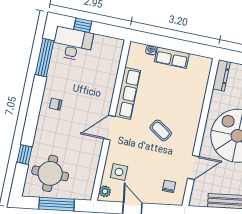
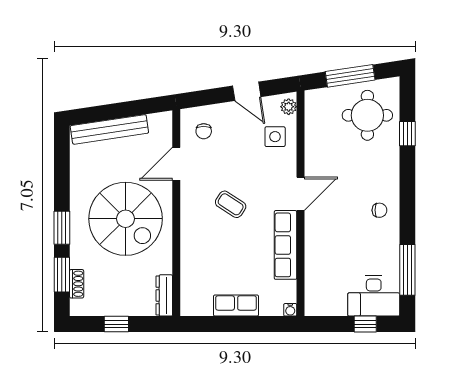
water cooler: (151, 50) -> (290, 310), moved

